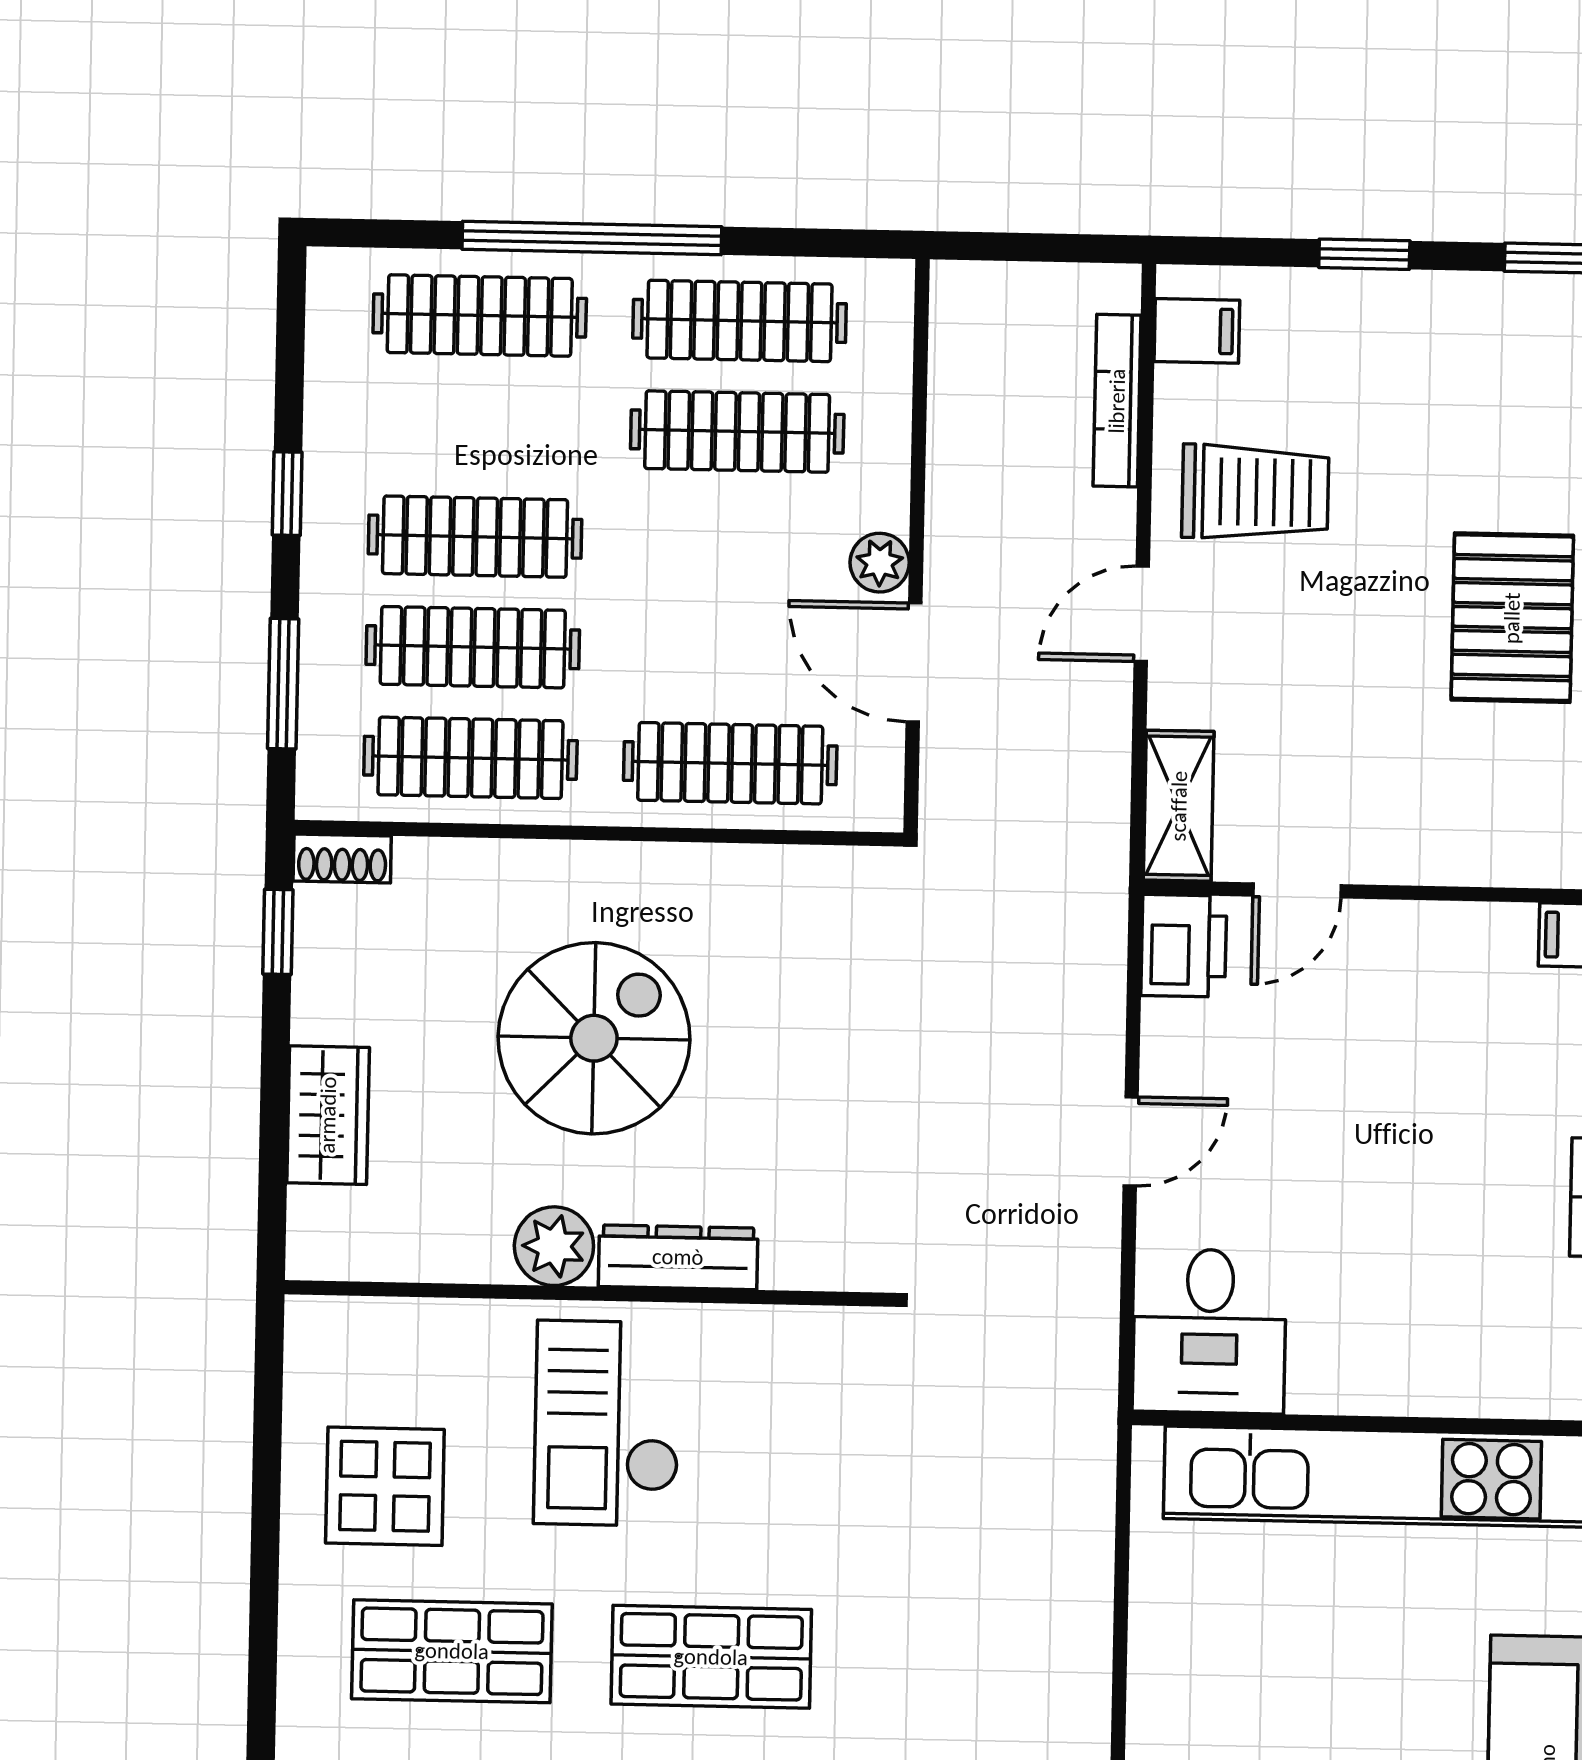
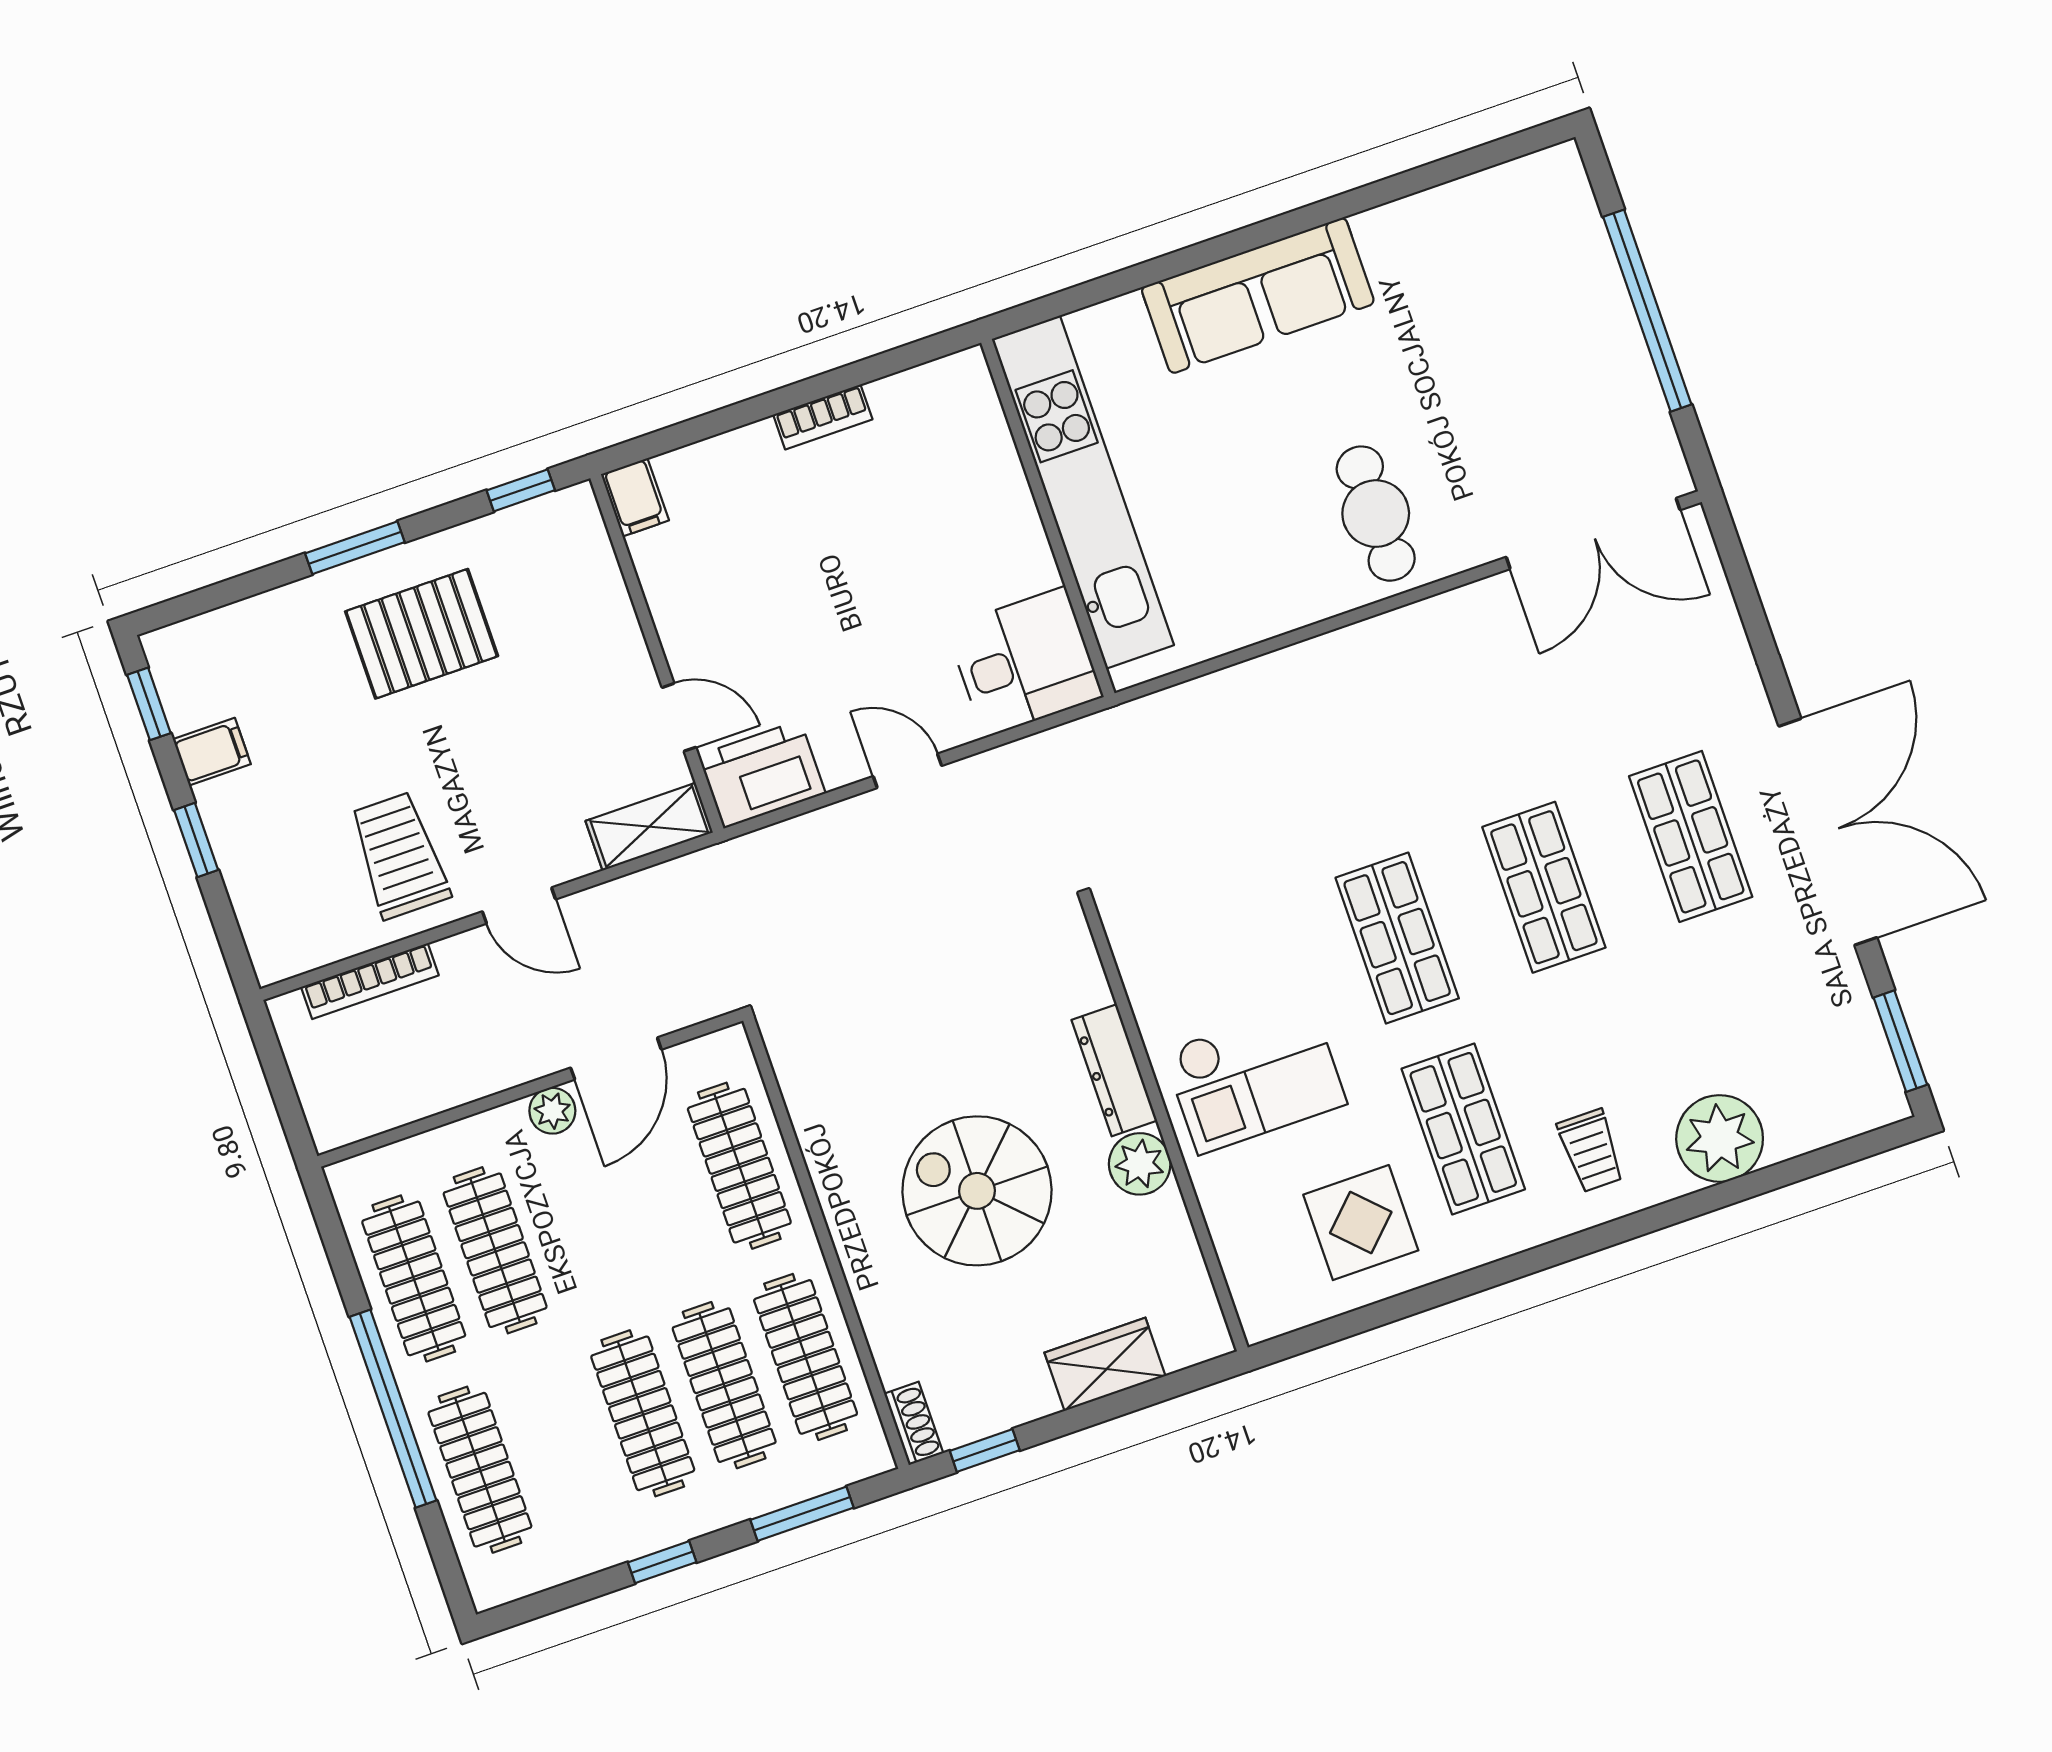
filing cabinet: (1197, 331) -> (212, 752), moved, turned 90
printer: (1184, 946) -> (762, 774), width x1.37, depth x1.19

